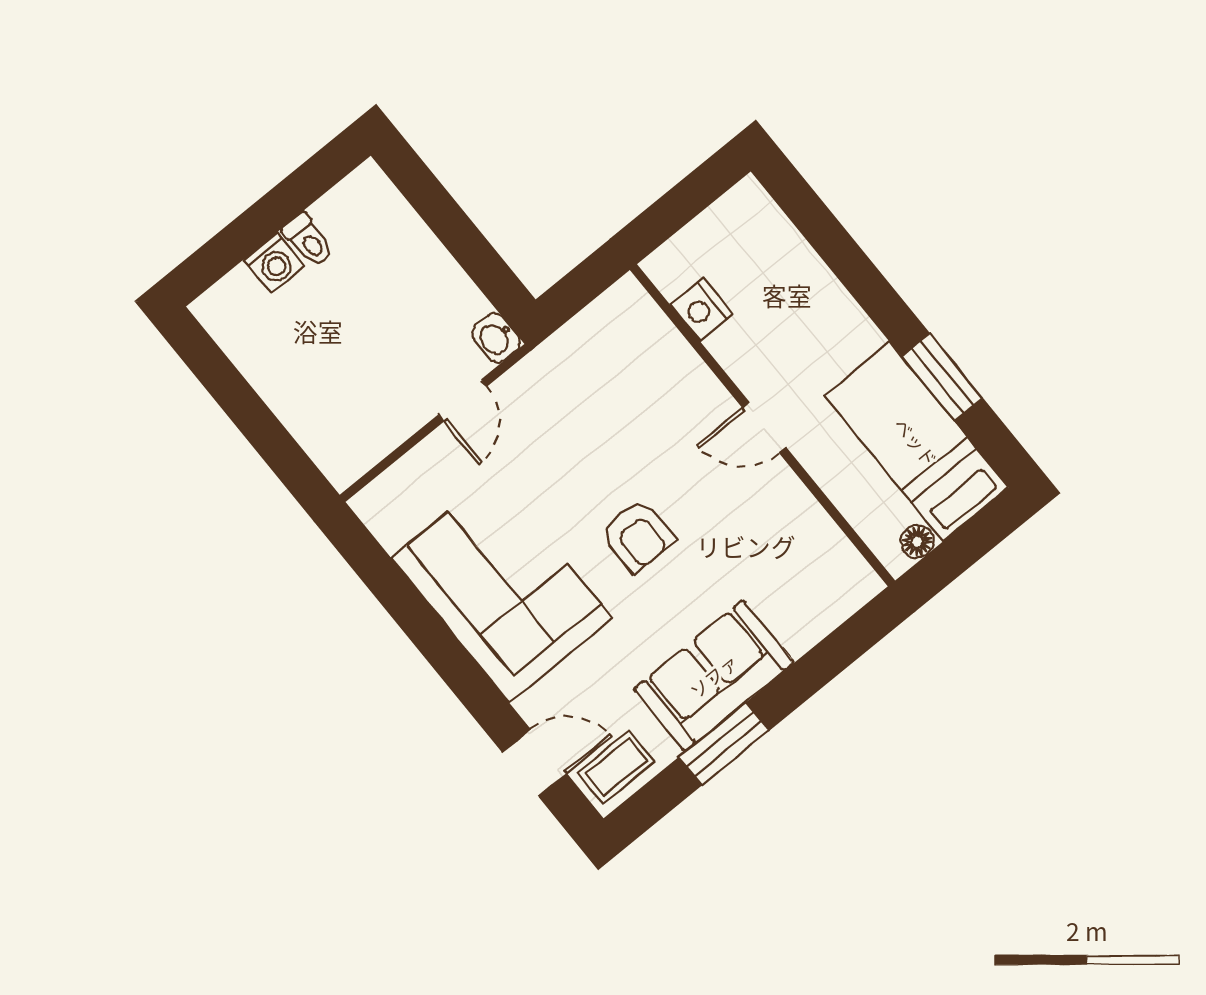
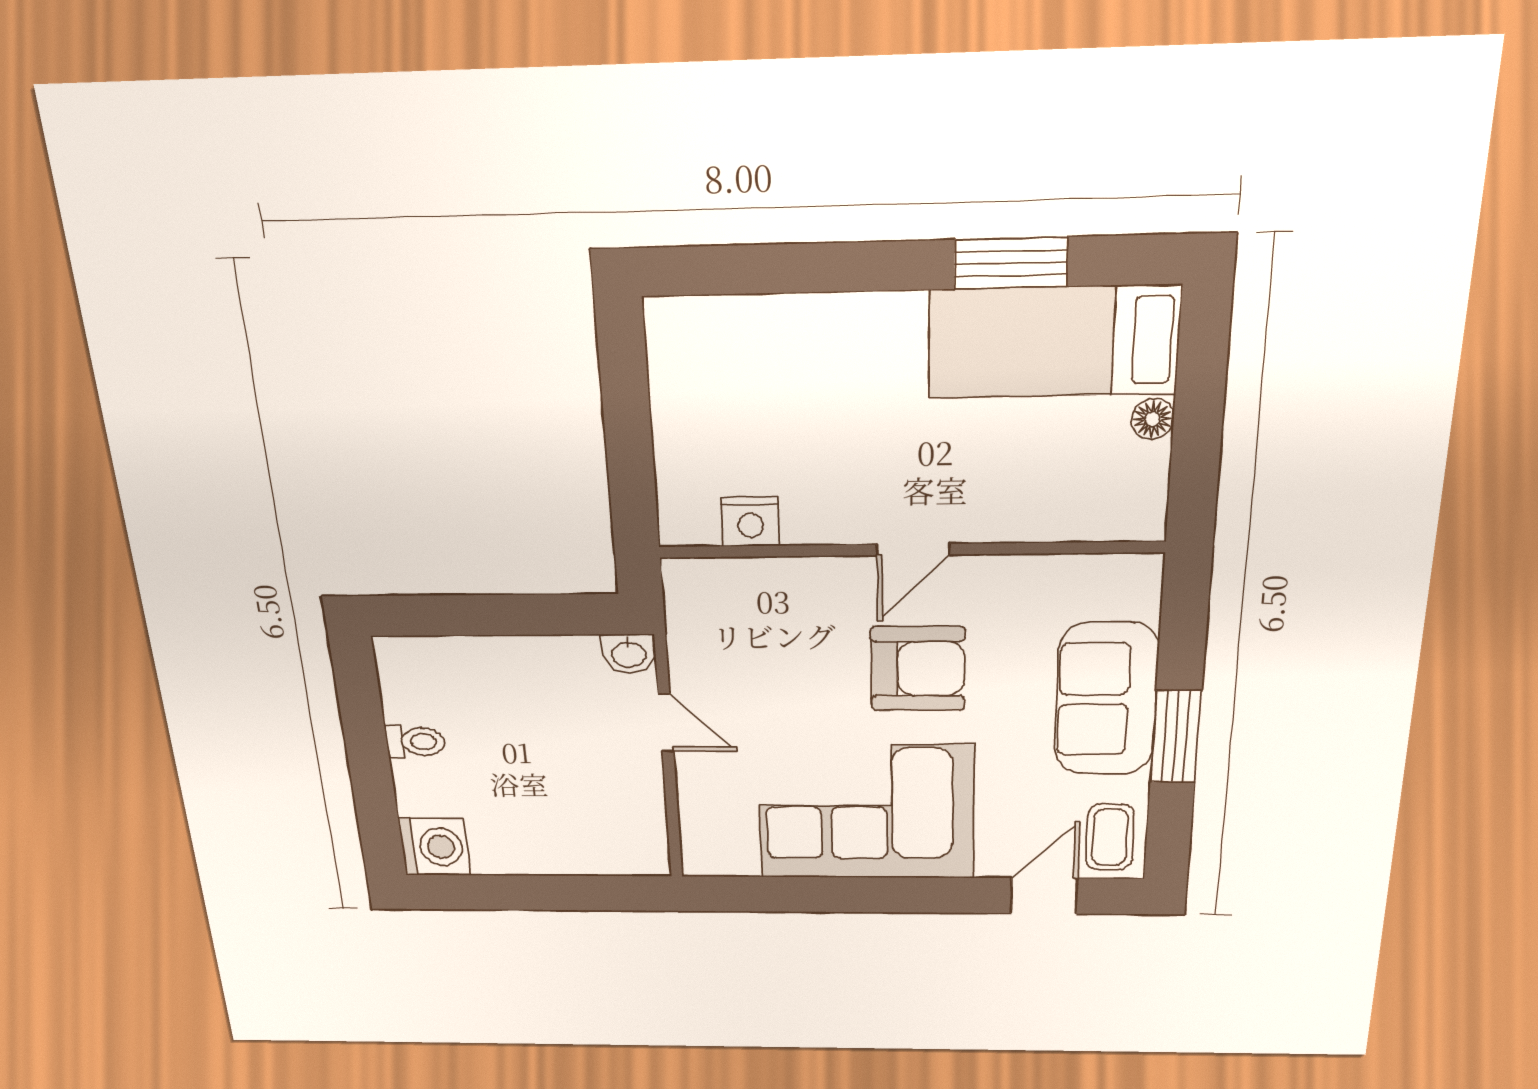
washing machine: (274, 263) -> (435, 847), moved, width x1.38, depth x1.38
nightstand: (701, 310) -> (750, 522), moved
wall: (762, 425) -> (909, 550), moved
door: (764, 428) -> (913, 550), moved
armchair: (638, 536) -> (918, 669), width x1.38, depth x1.38

